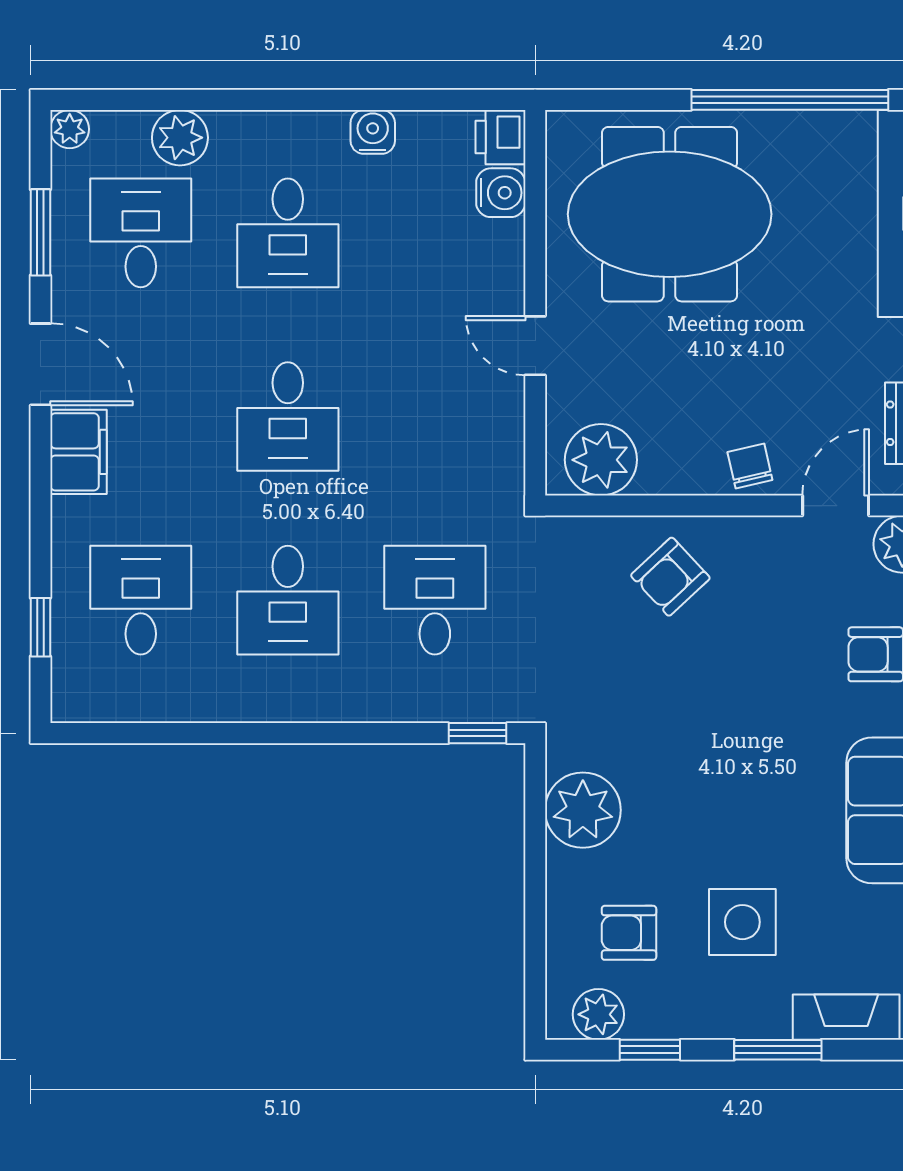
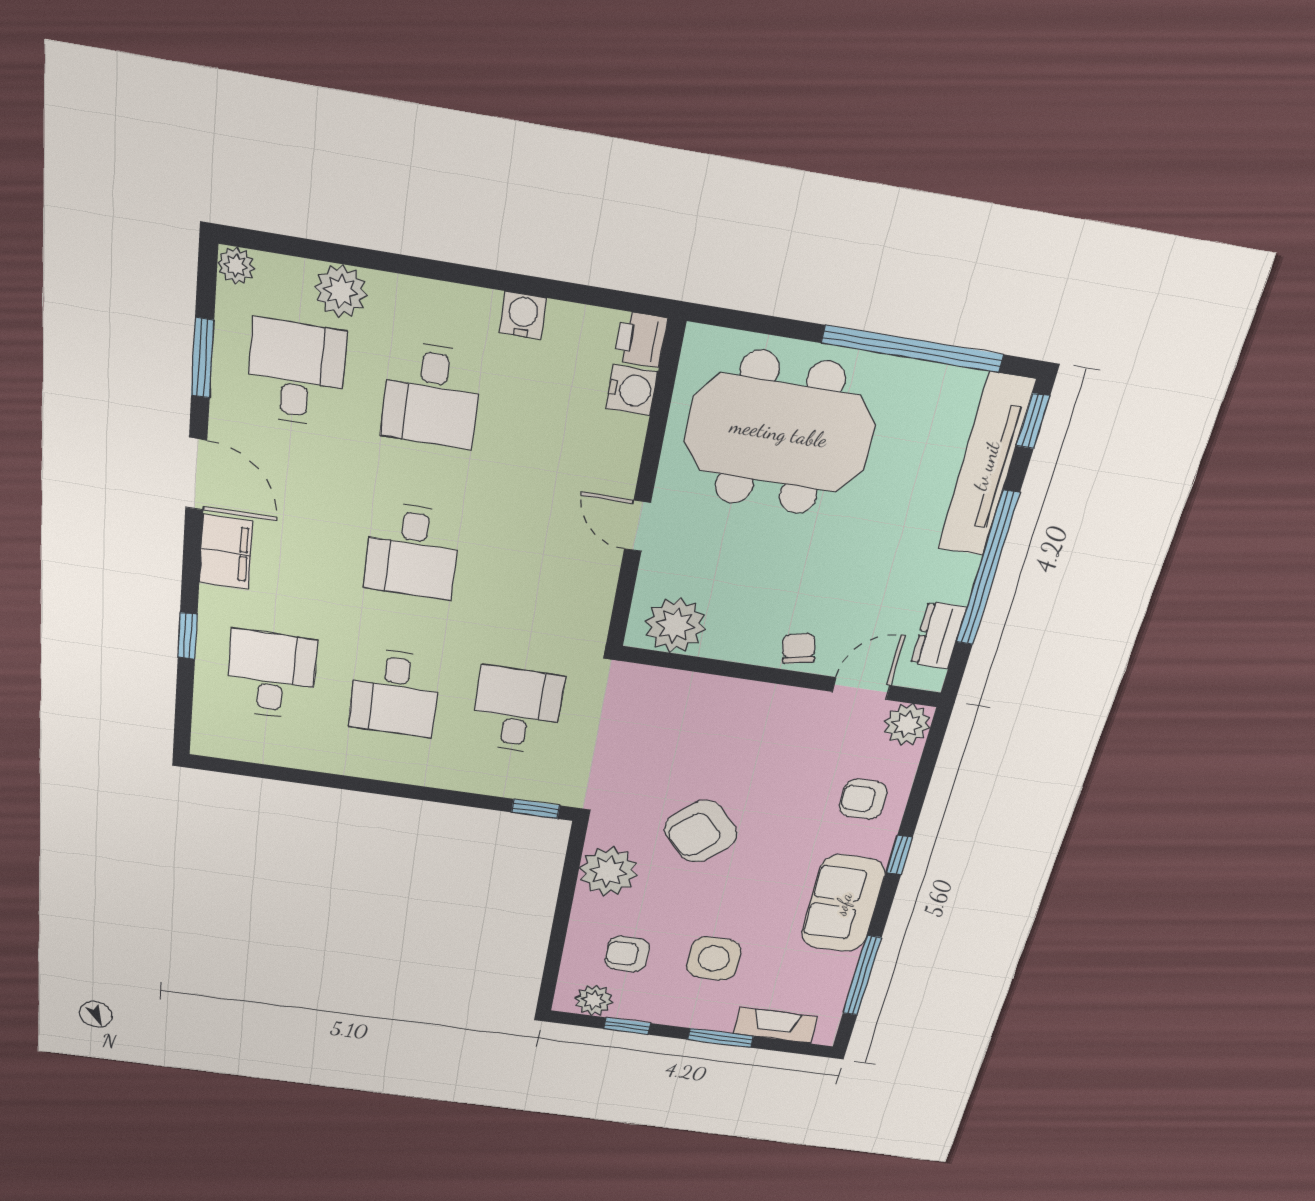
armchair: (670, 577) -> (701, 831), moved, width x1.38, depth x1.38
window: (40, 627) -> (188, 636), moved

